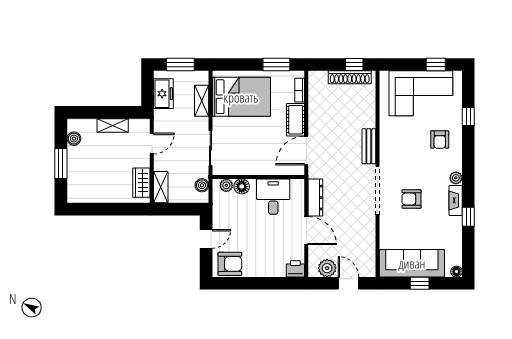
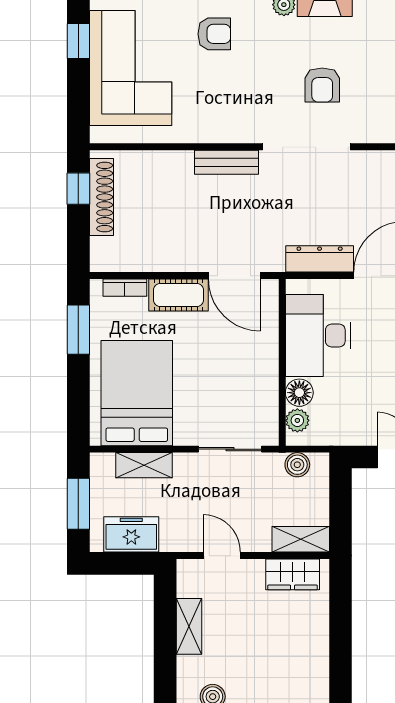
desk: (273, 197) -> (318, 336), width x1.37

